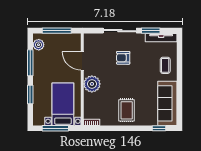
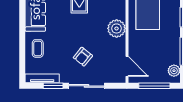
armchair: (123, 58) -> (83, 57), turned 129
door: (82, 61) -> (127, 66), moved

